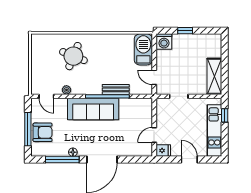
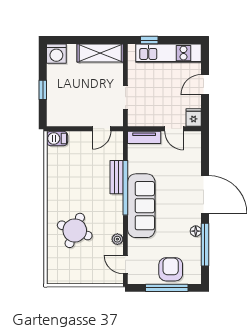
washing machine: (164, 42) -> (56, 54), moved, turned 90
barbecue: (143, 49) -> (57, 138), width x0.53, depth x0.65
door: (46, 96) -> (125, 264), swing flipped
tv unit: (147, 111) -> (144, 137), added

